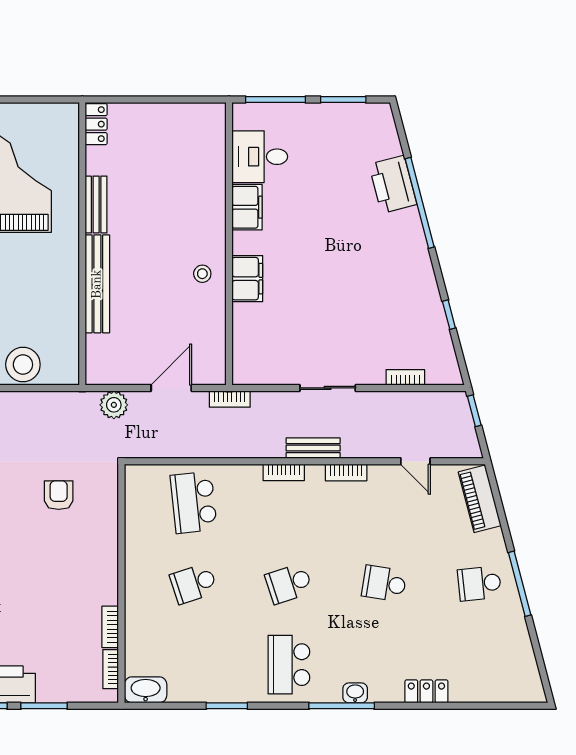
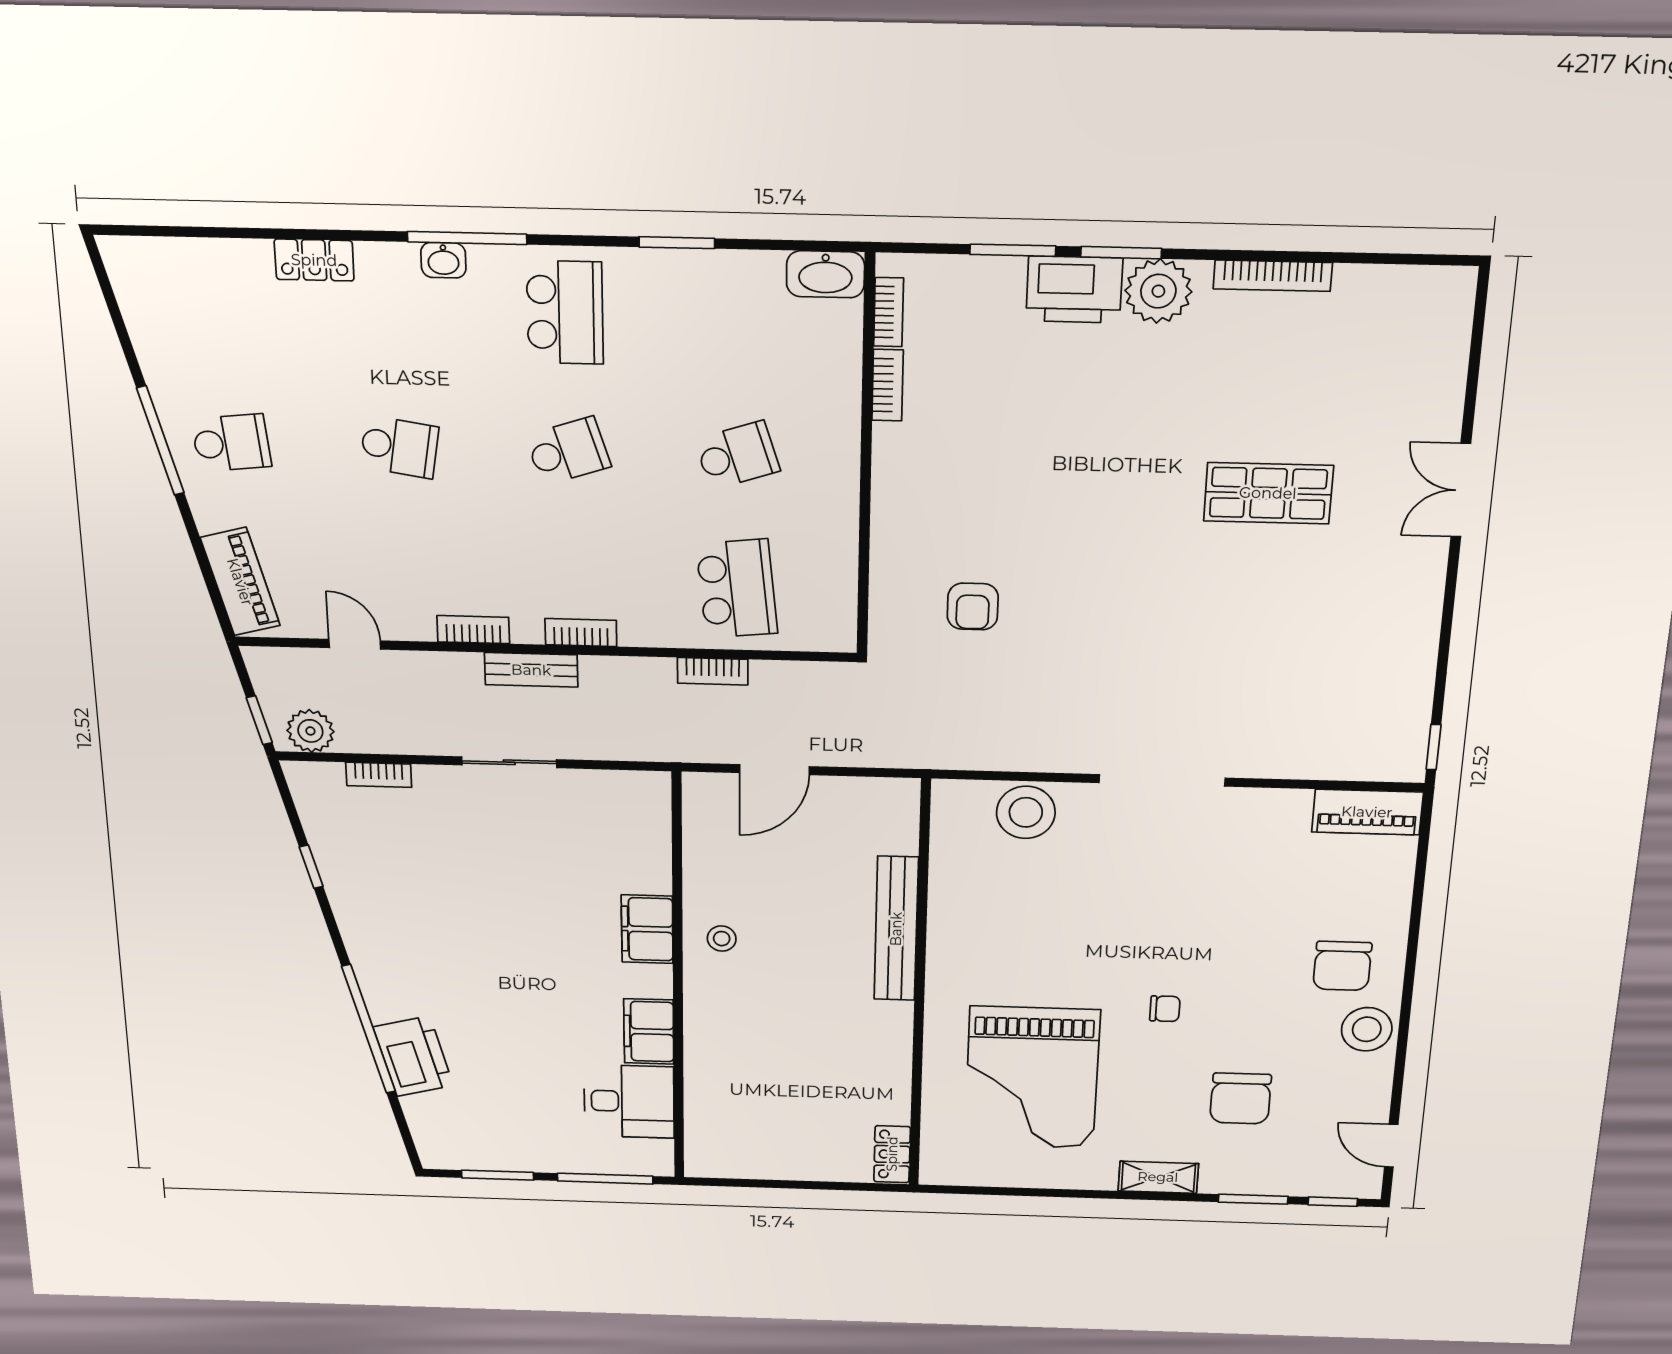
bench: (96, 205) -> (895, 1043), removed
bookcase: (230, 399) -> (713, 671), moved, turned 180
plant: (114, 405) -> (310, 731), moved

